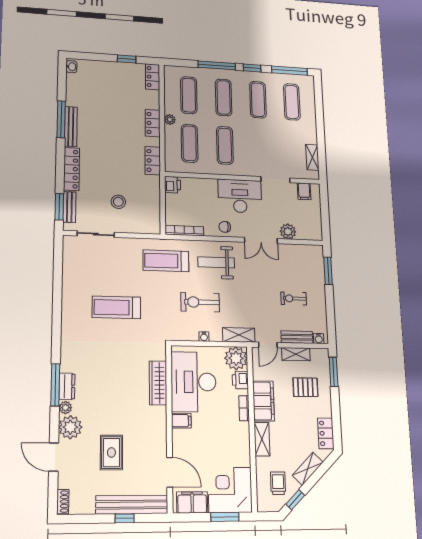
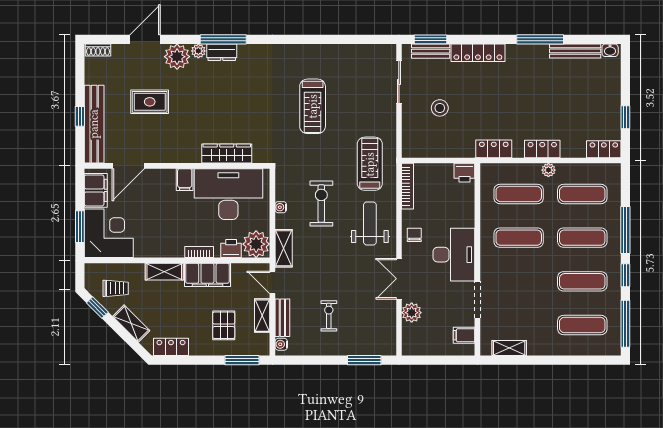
bench: (71, 127) -> (575, 51), moved
treadmill: (116, 307) -> (313, 106), turned 180

